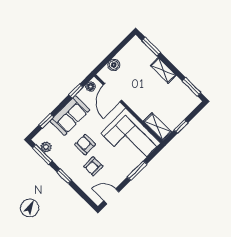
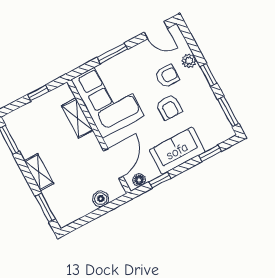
shelving: (157, 127) -> (77, 118), moved
plant: (46, 147) -> (189, 61), moved

